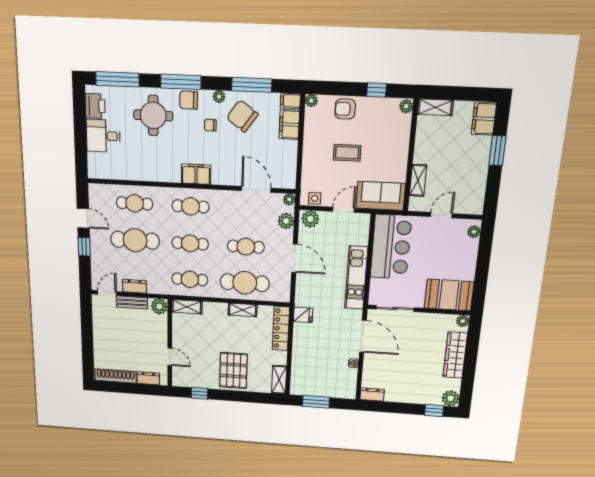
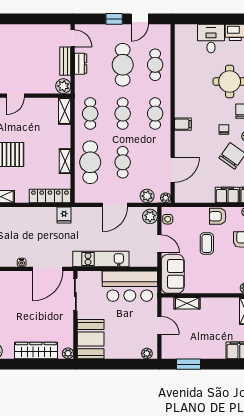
armchair: (315, 138) -> (218, 216), added
window: (497, 151) -> (189, 364), moved
filing cabinet: (196, 174) -> (183, 124), width x0.50

